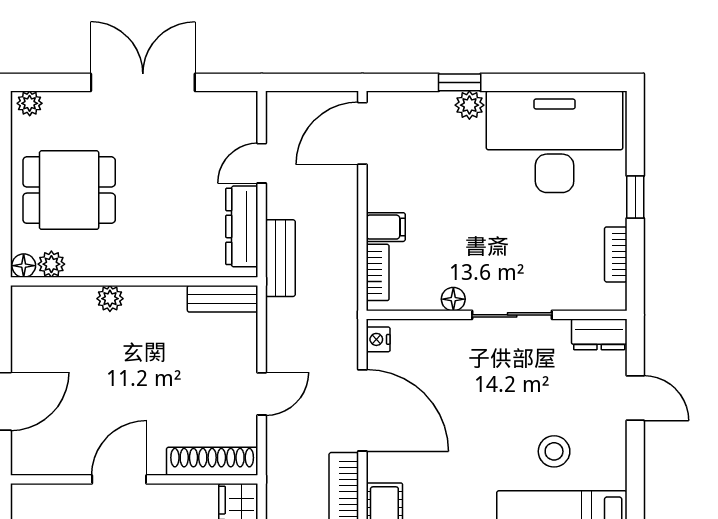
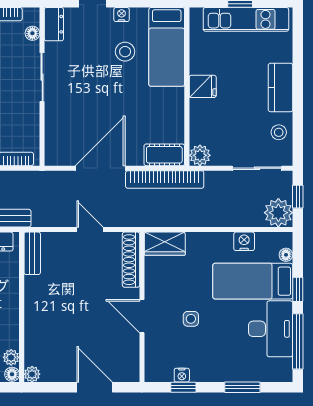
plant: (110, 299) -> (32, 374), moved
floor lamp: (453, 299) -> (32, 33), moved
nightstand: (378, 339) -> (122, 15), moved, turned 180

